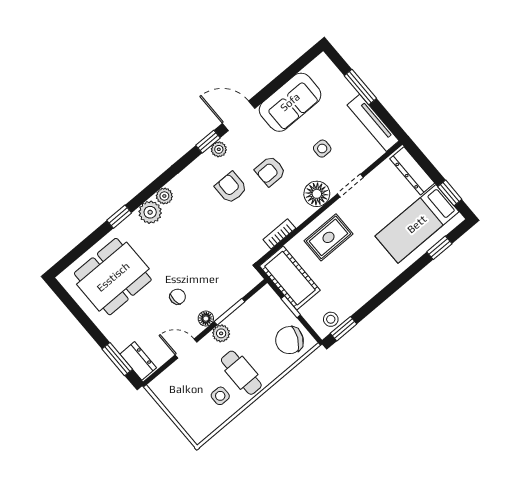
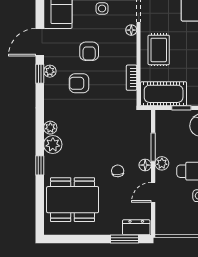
floor lamp: (317, 194) -> (131, 30), width x0.53, depth x0.53
dining table: (113, 277) -> (73, 200), turned 90

